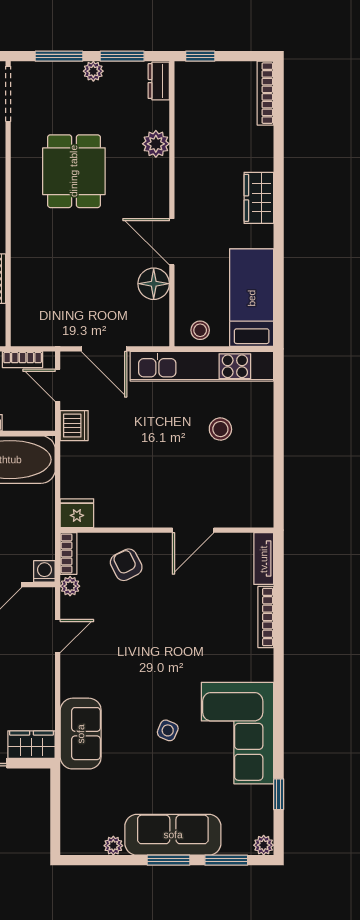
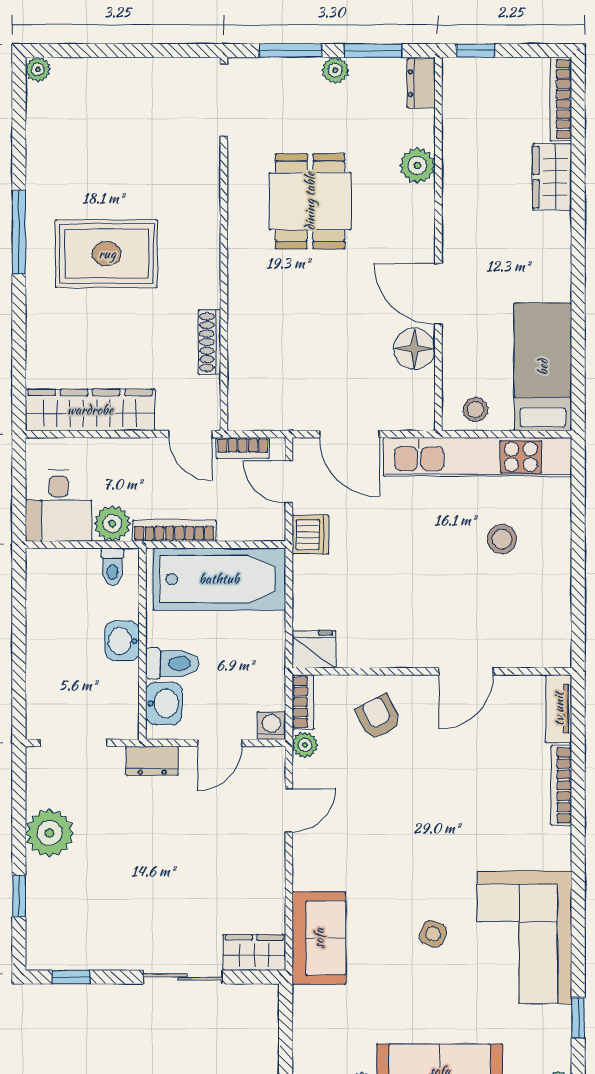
wardrobe: (259, 198) -> (552, 177), moved

